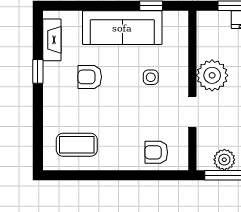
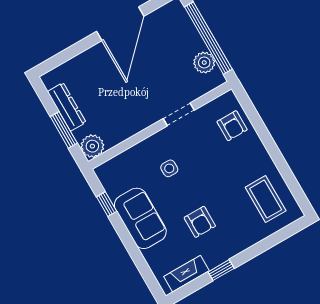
sofa: (122, 28) -> (140, 218), width x0.73
plant: (212, 75) -> (92, 146), moved, width x0.73, depth x0.73

